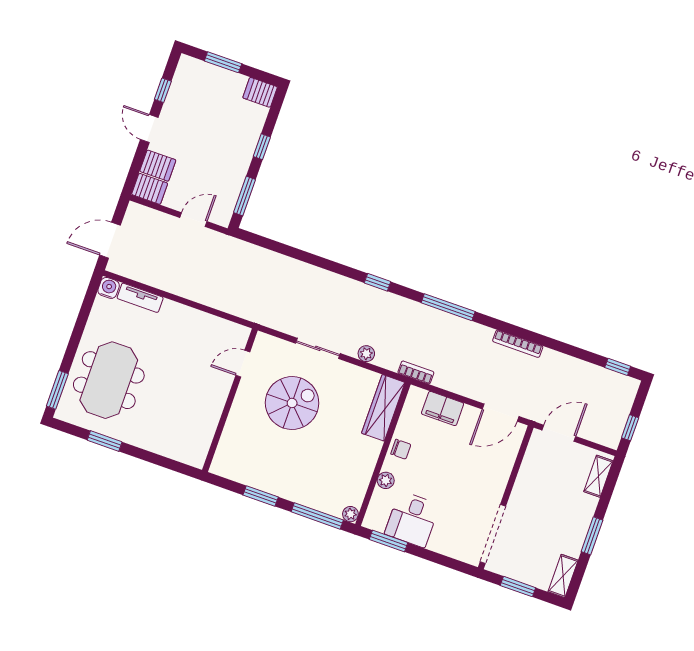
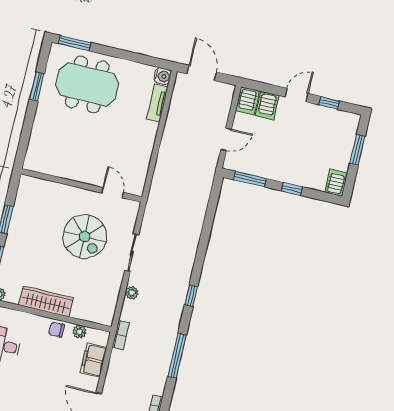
door: (193, 220) -> (226, 139), hinge flipped
wardrobe: (383, 408) -> (46, 301), moved
chair: (401, 449) -> (57, 330), turned 90
plant: (386, 480) -> (79, 332), moved

